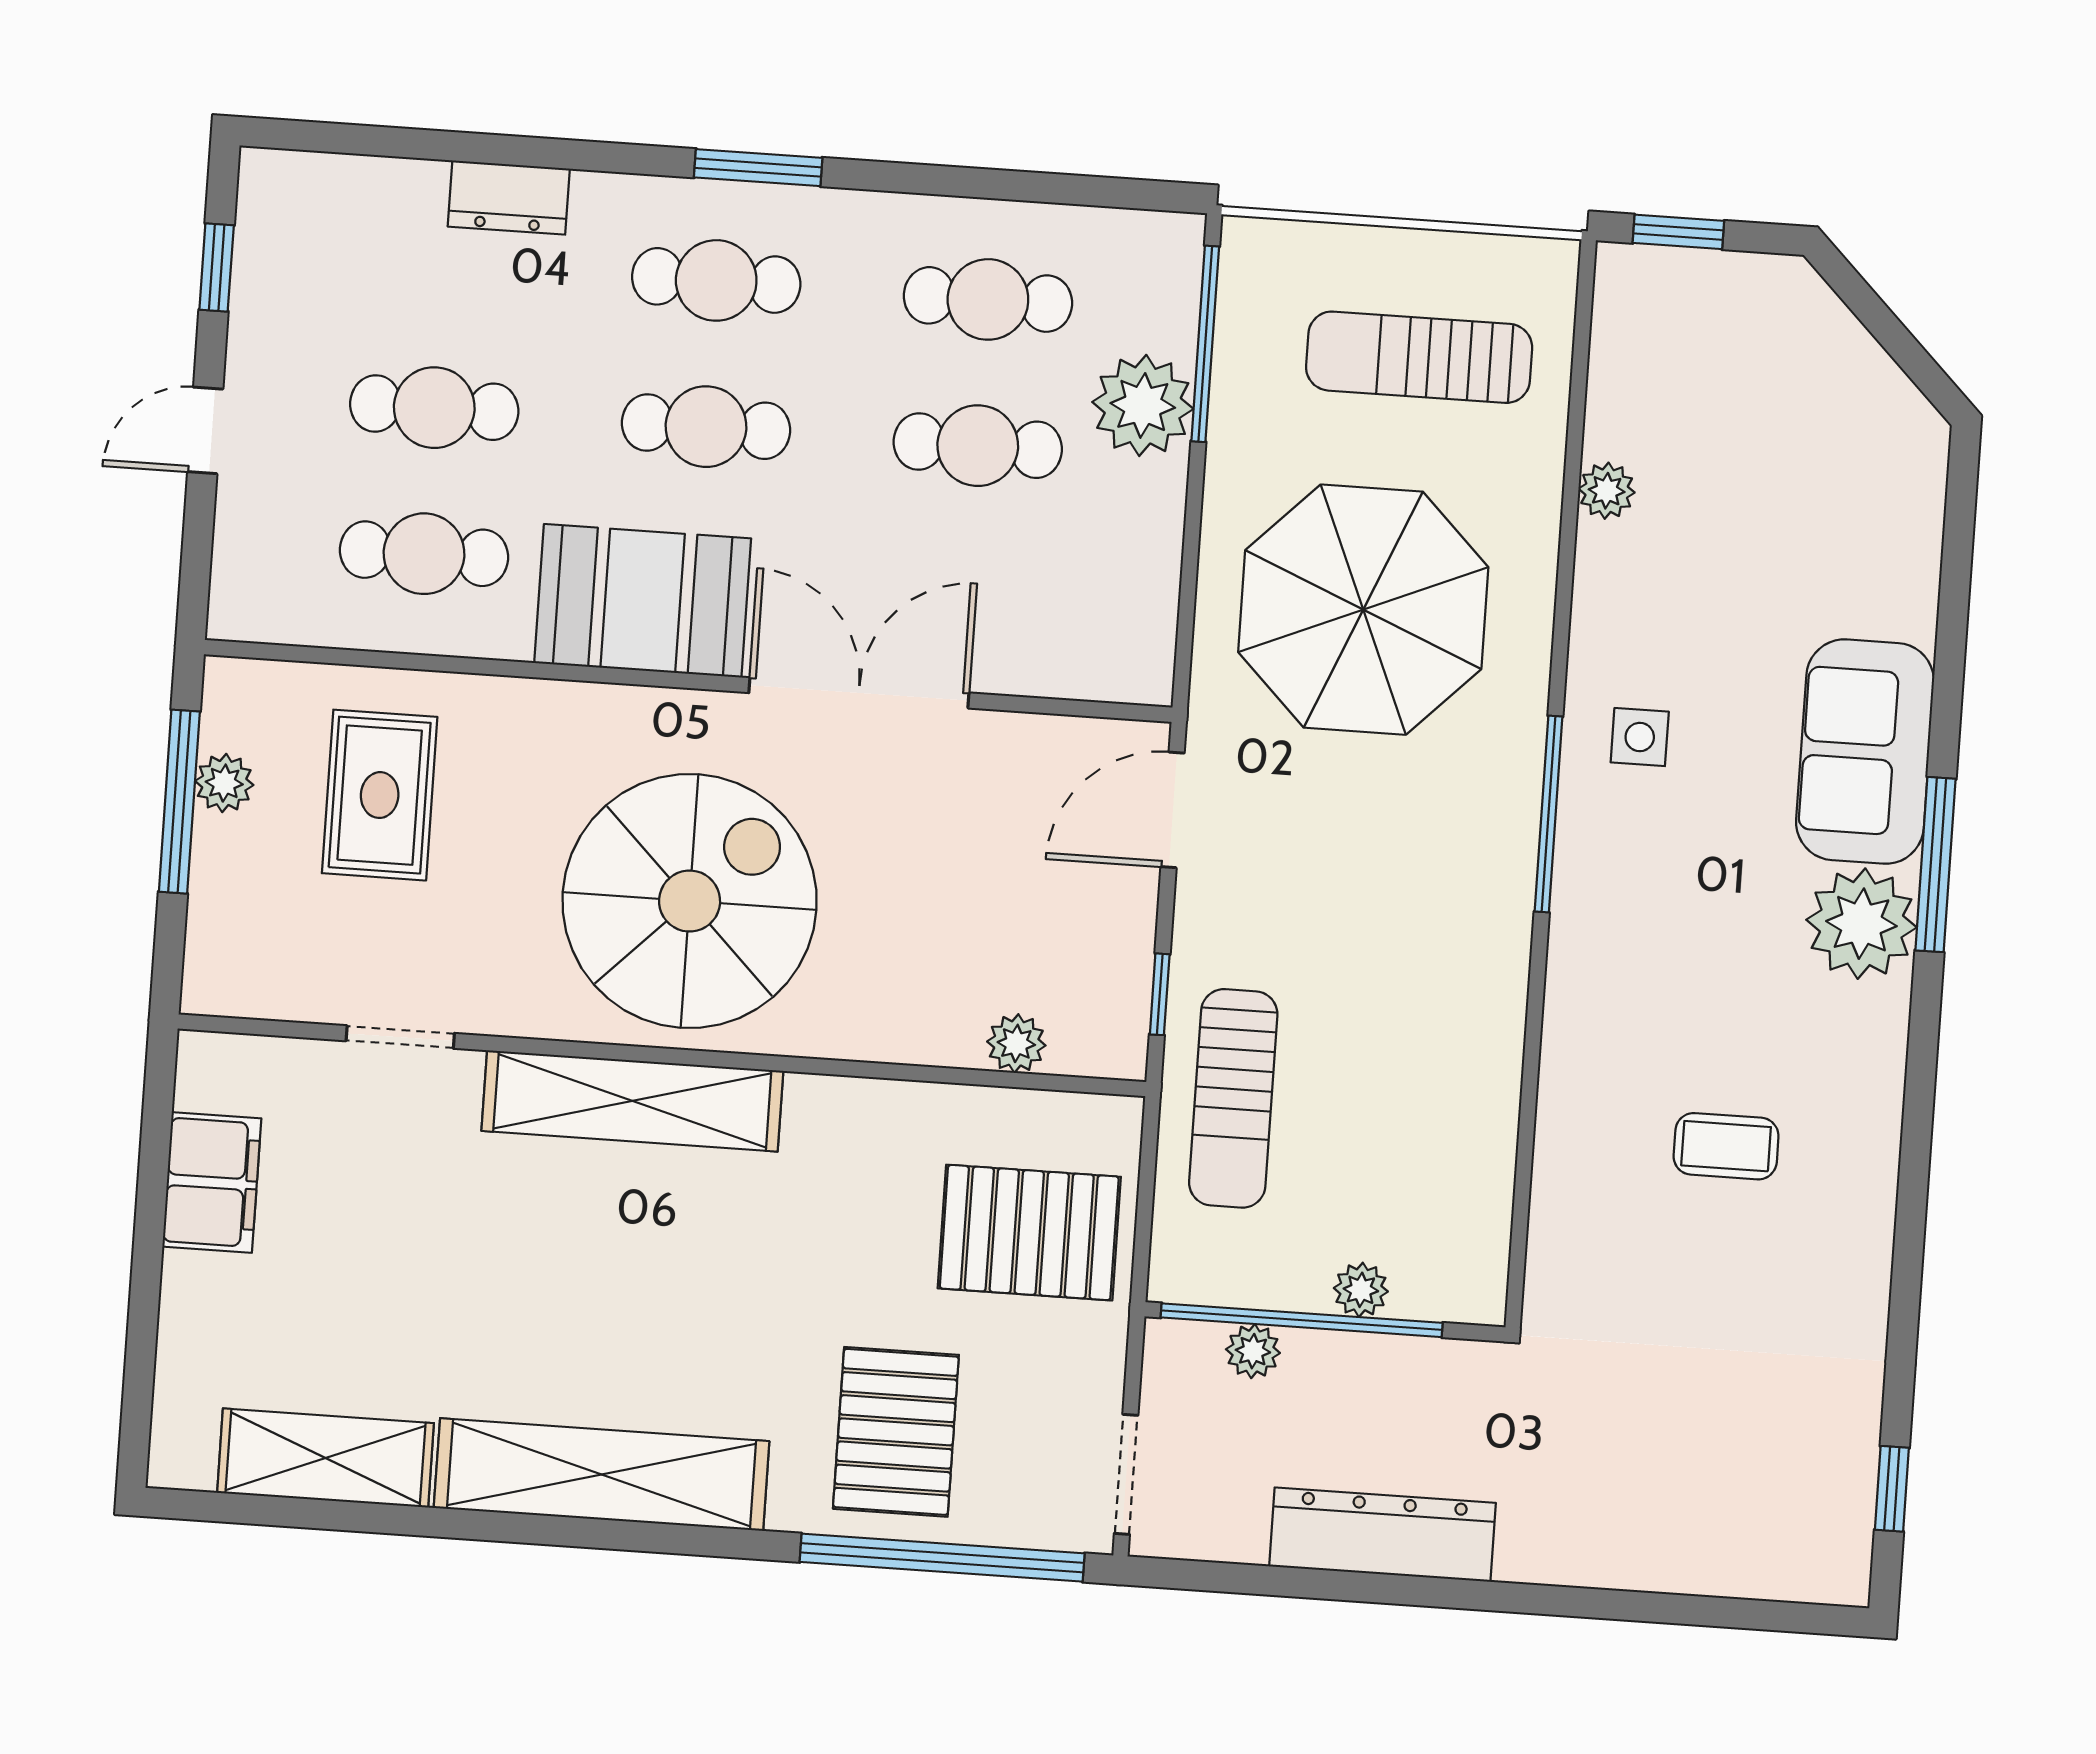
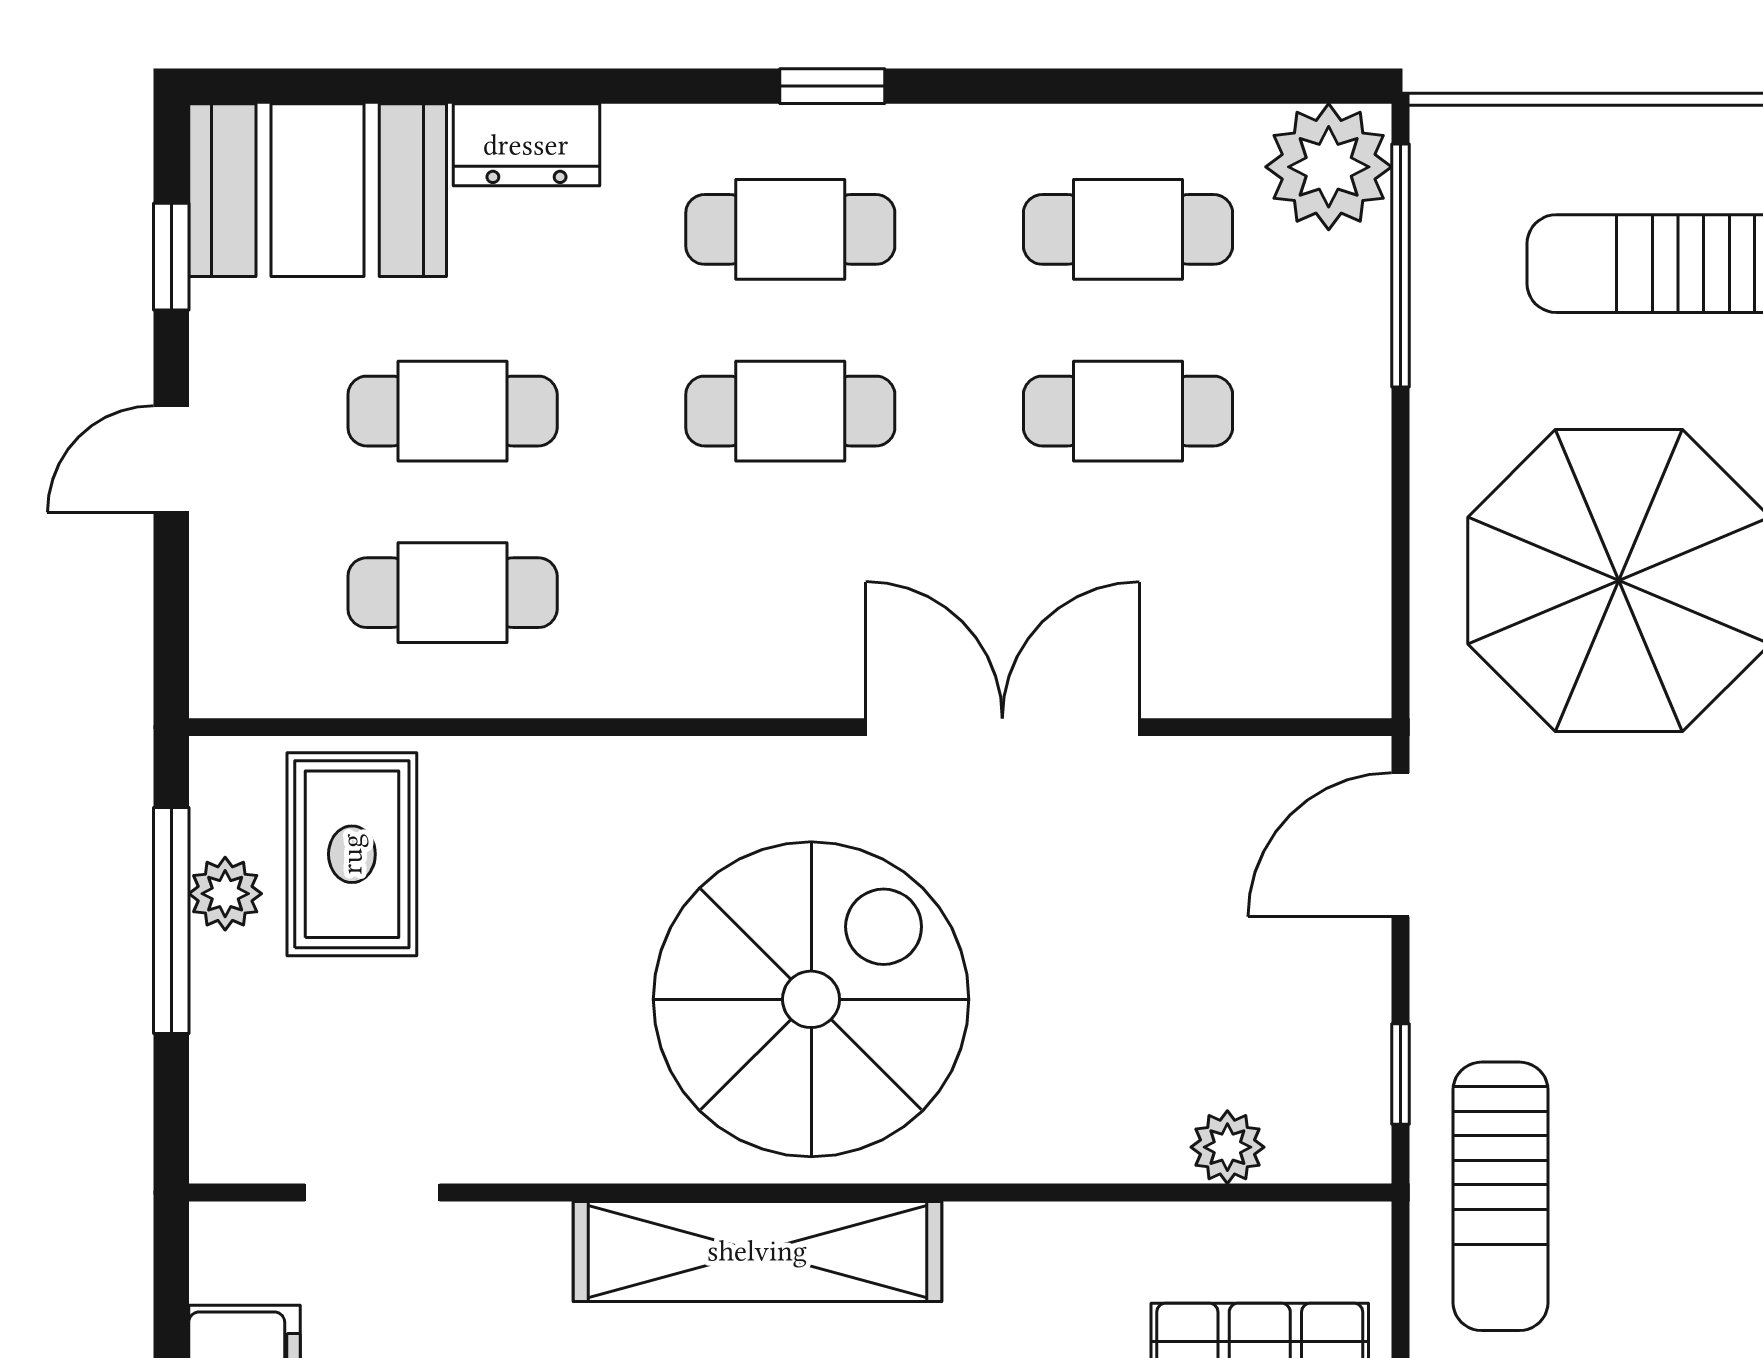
window: (758, 168) -> (832, 86), width x0.67
plant: (1143, 405) -> (1329, 167), moved
booth: (643, 601) -> (318, 190), moved
rug: (380, 795) -> (352, 854), moved
doorway: (400, 1037) -> (372, 1193), moved

